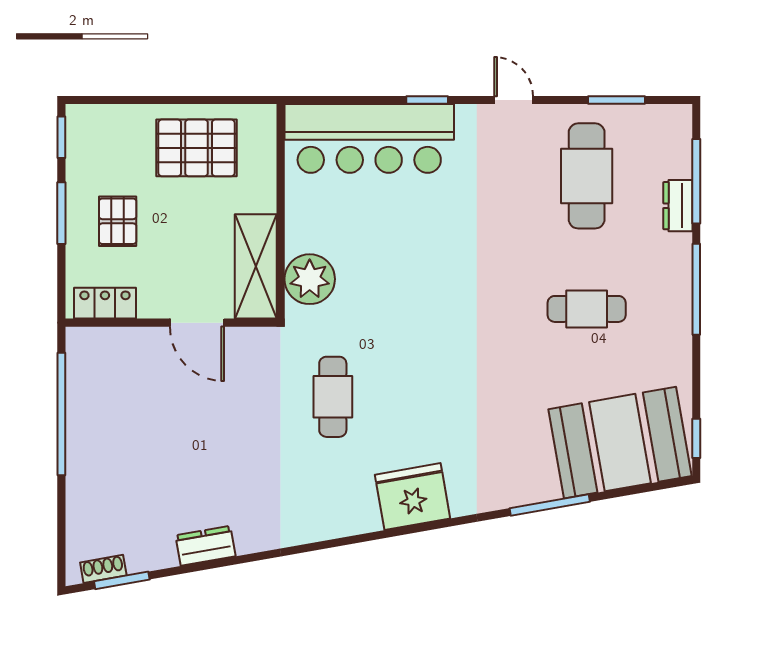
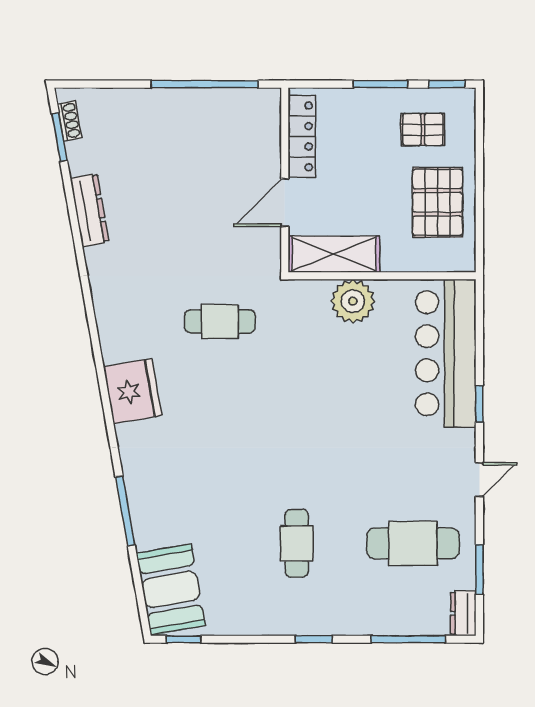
dresser: (678, 206) -> (463, 613), moved, turned -90
pallet: (118, 221) -> (423, 130), moved
plant: (310, 279) -> (353, 301), moved
window: (696, 289) -> (314, 639), width x0.46
locker: (105, 303) -> (302, 136), width x1.53
booth: (620, 443) -> (171, 589), width x0.73, depth x0.70
dresser: (205, 546) -> (90, 210), width x1.44

